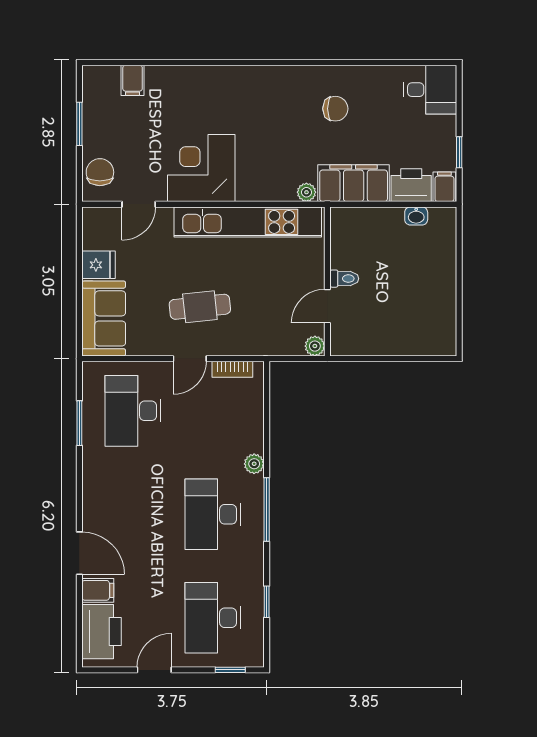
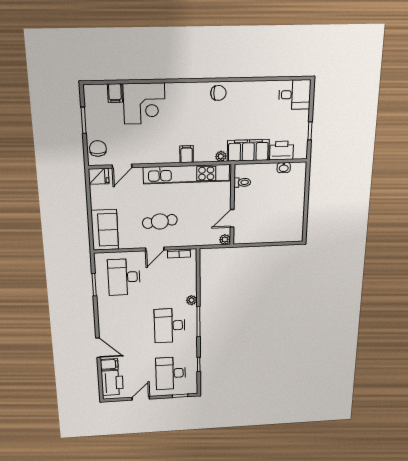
chair: (335, 109) -> (218, 93), moved
corner desk: (201, 168) -> (144, 104), moved, turned 180
filing cabinet: (444, 187) -> (187, 154), moved
fridge: (98, 265) -> (99, 176), moved
toilet: (344, 279) -> (242, 182), moved

